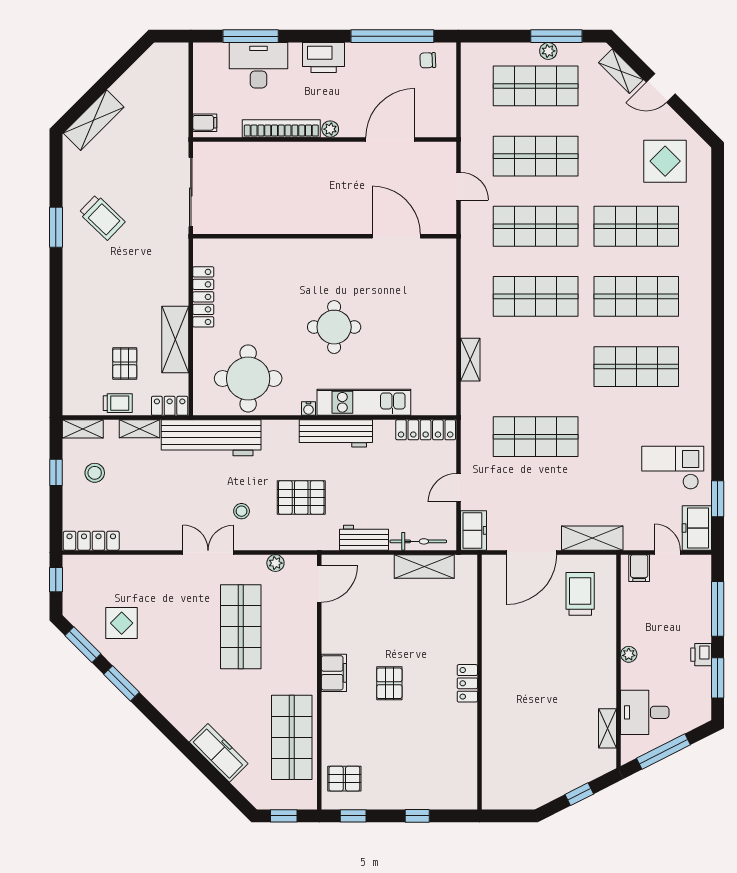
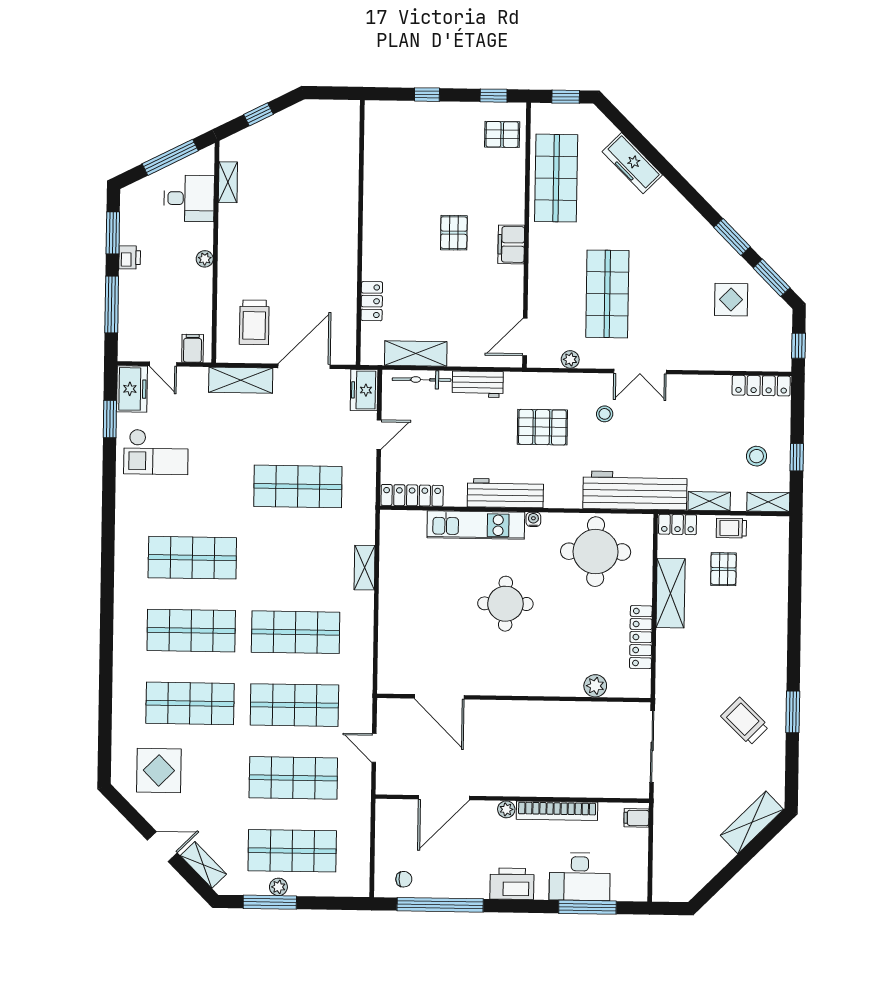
plant: (246, 249) -> (595, 686), added
locker: (467, 683) -> (372, 301), moved

